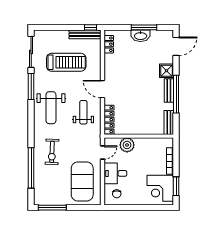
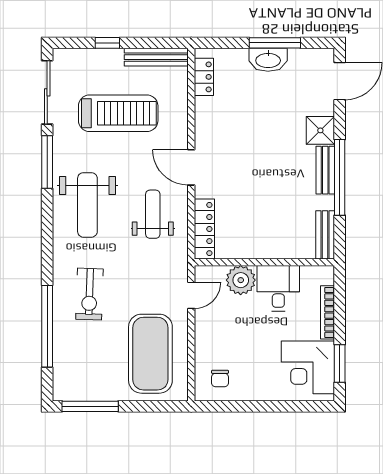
window: (90, 27) -> (107, 43), moved
desk: (115, 173) -> (278, 288), moved, turned 90

